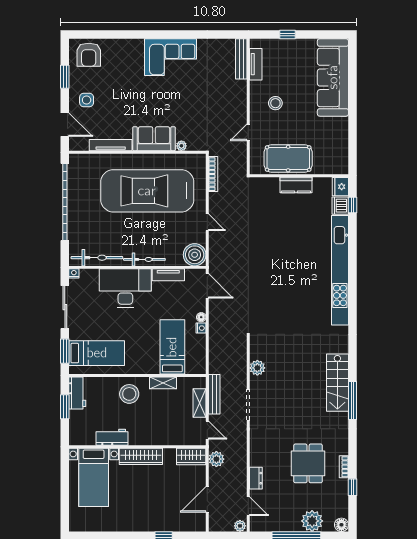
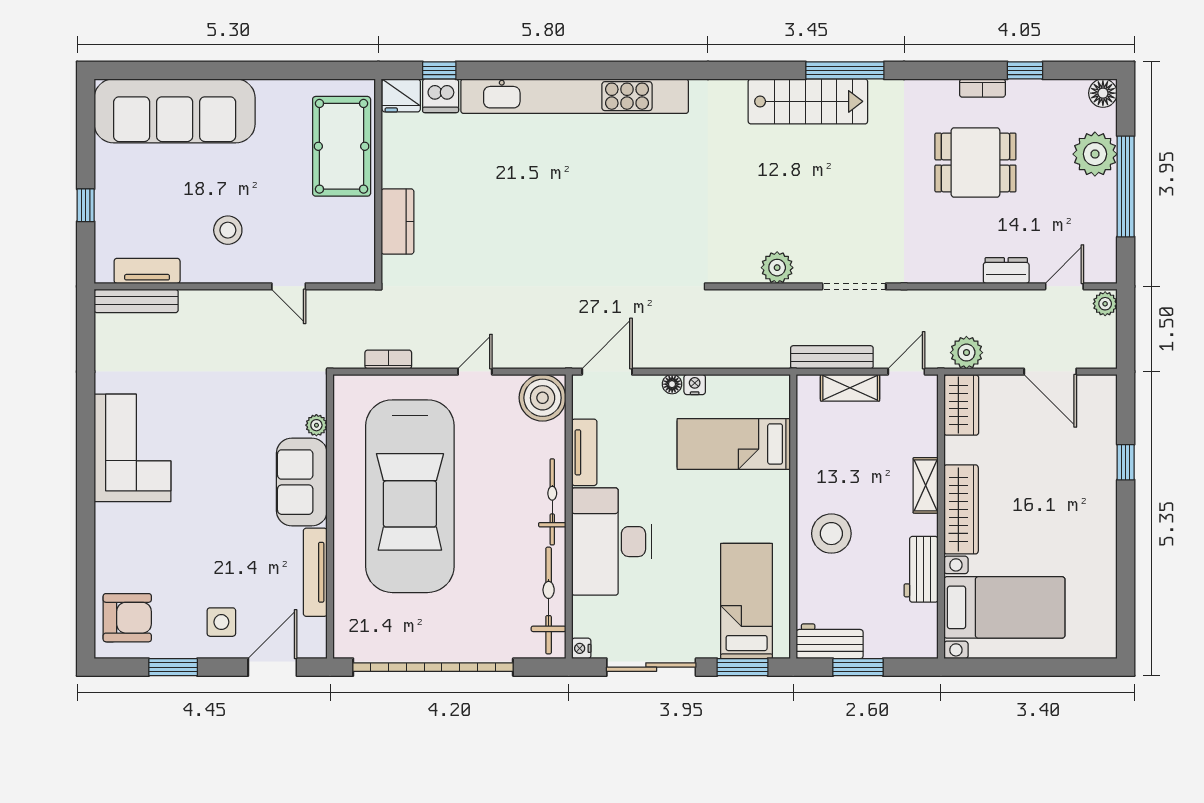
pool table: (288, 159) -> (342, 146), moved
bookcase: (213, 174) -> (388, 359), width x0.64
kitchen counter: (296, 185) -> (398, 222), moved
shelving: (163, 383) -> (926, 485), moved

